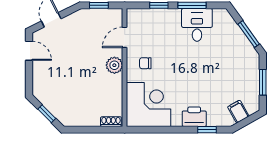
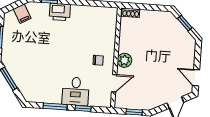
desk: (197, 25) -> (76, 91), moved
corner desk: (149, 104) -> (98, 25), removed

